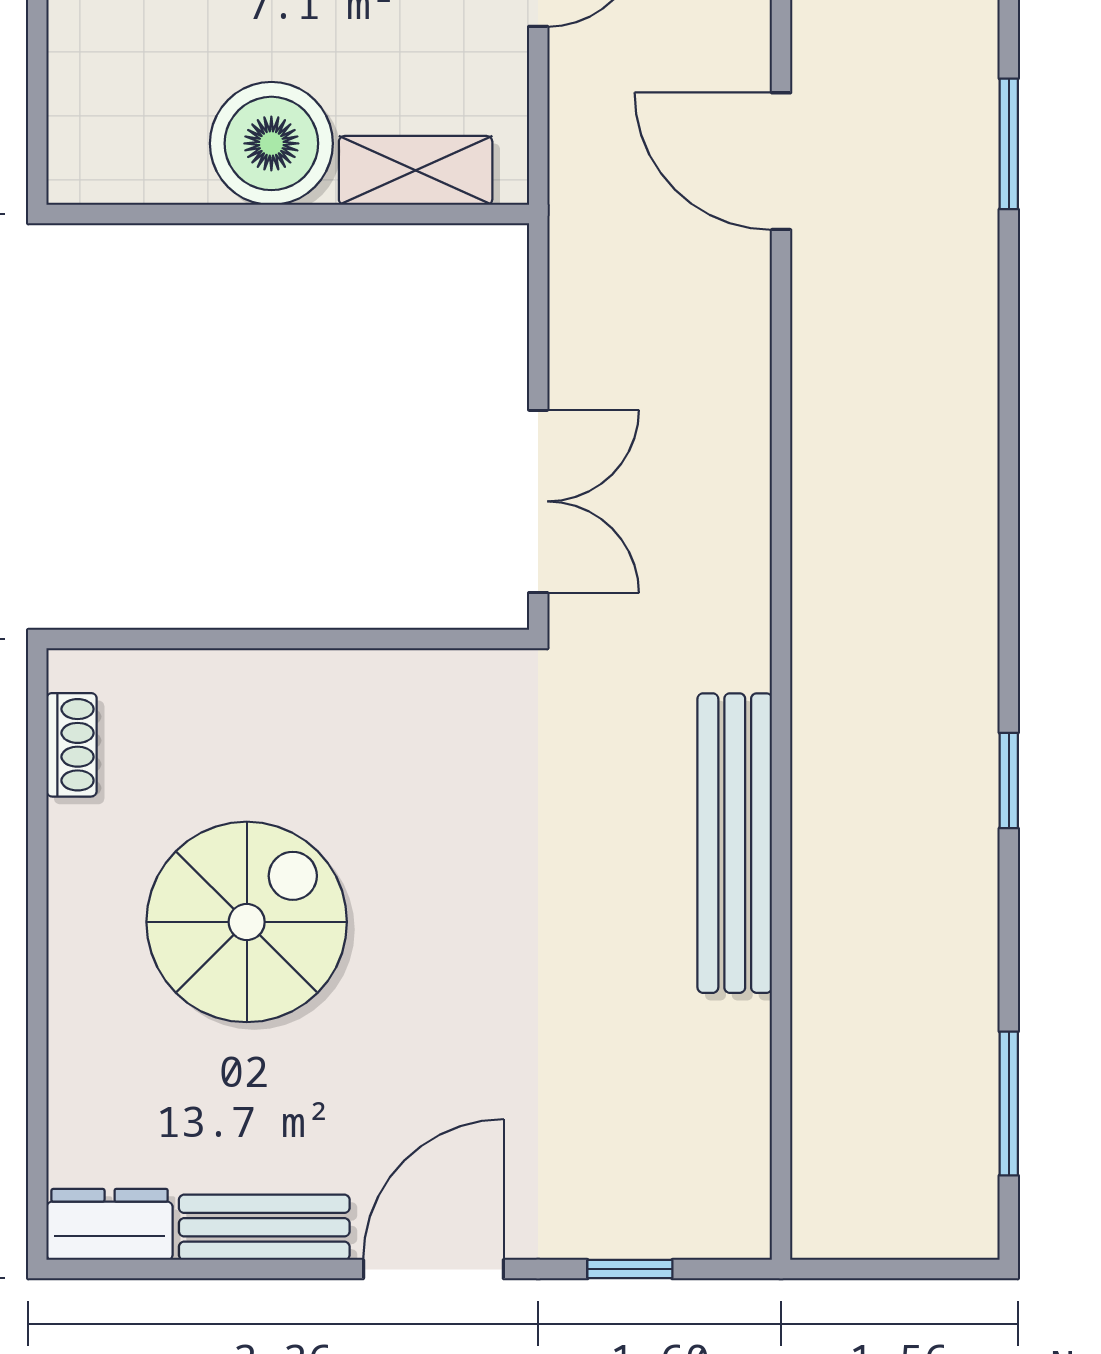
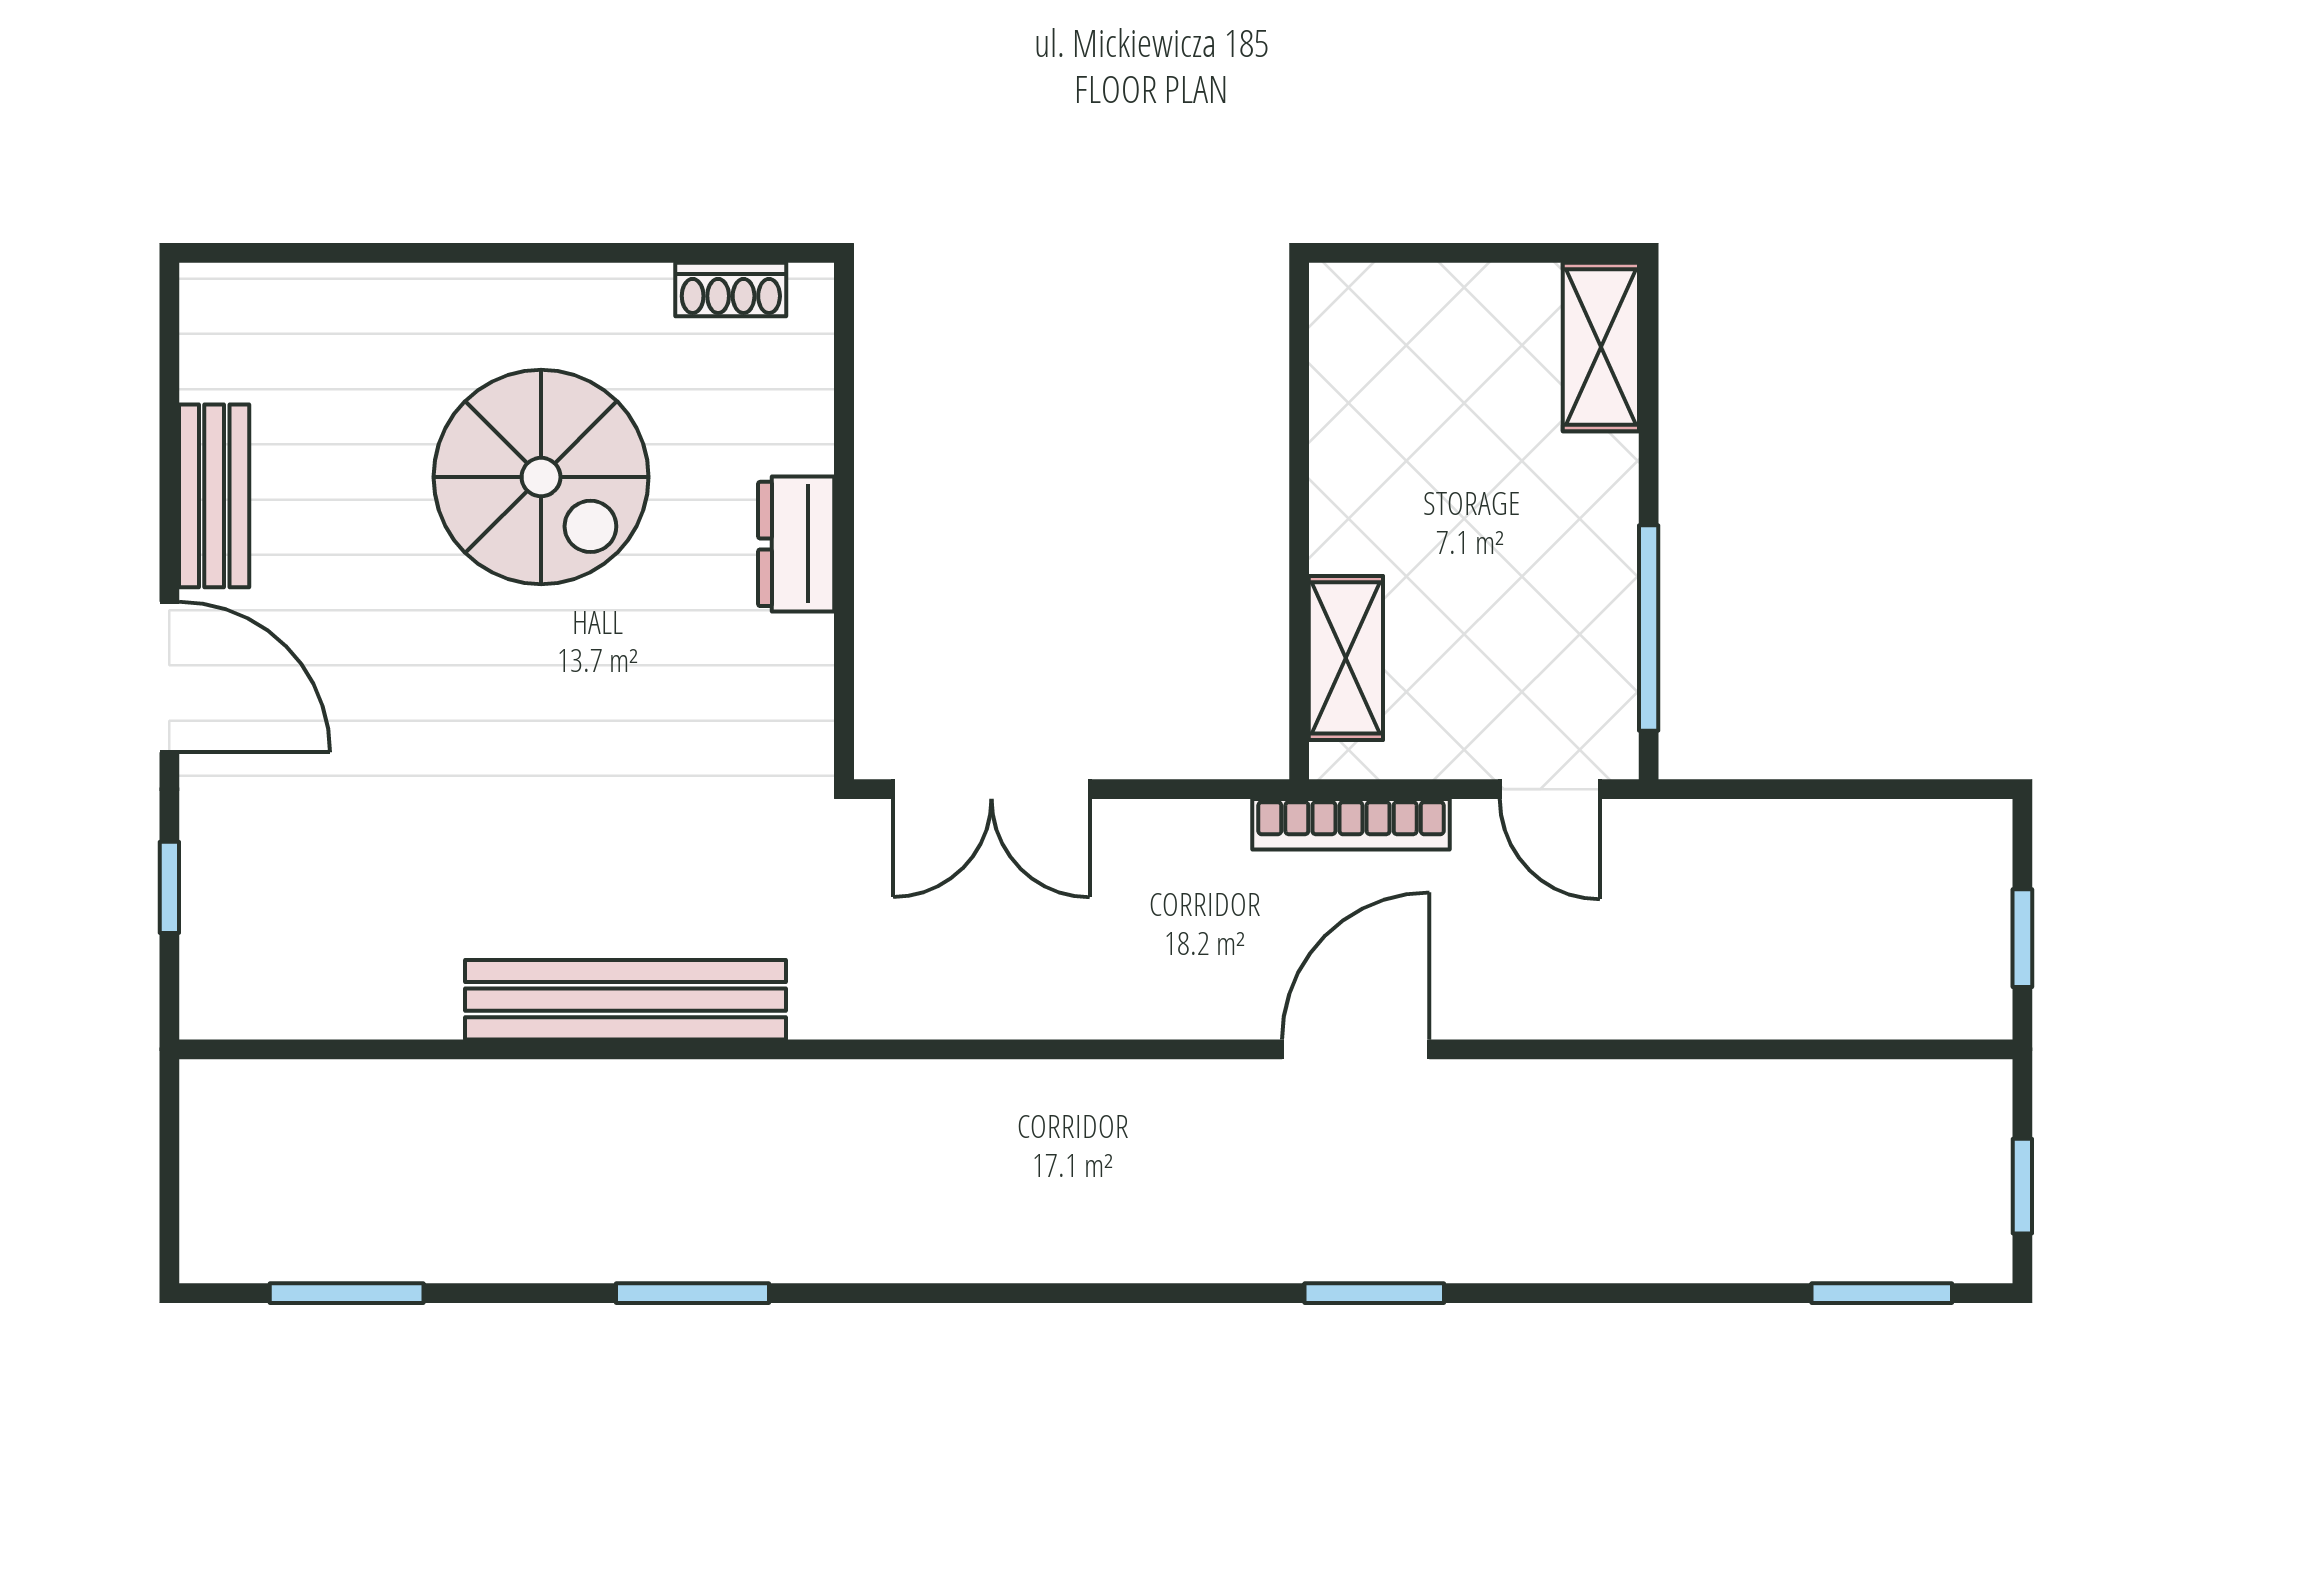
boiler: (271, 143) -> (1375, 503), removed
bookcase: (571, 166) -> (1351, 824), added
window: (1009, 780) -> (693, 1293), width x1.50
dresser: (110, 1224) -> (796, 544), moved, turned 180

